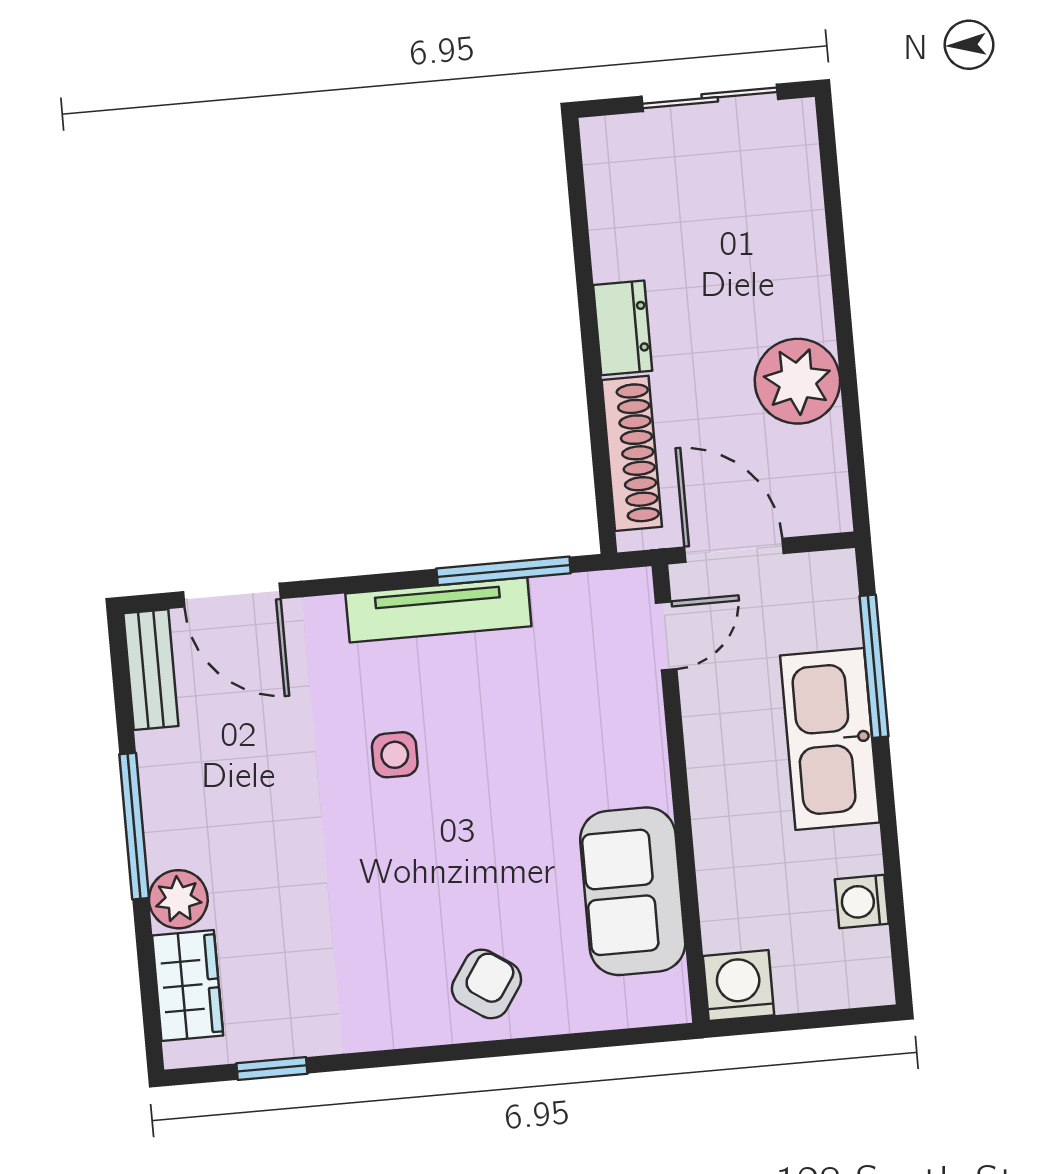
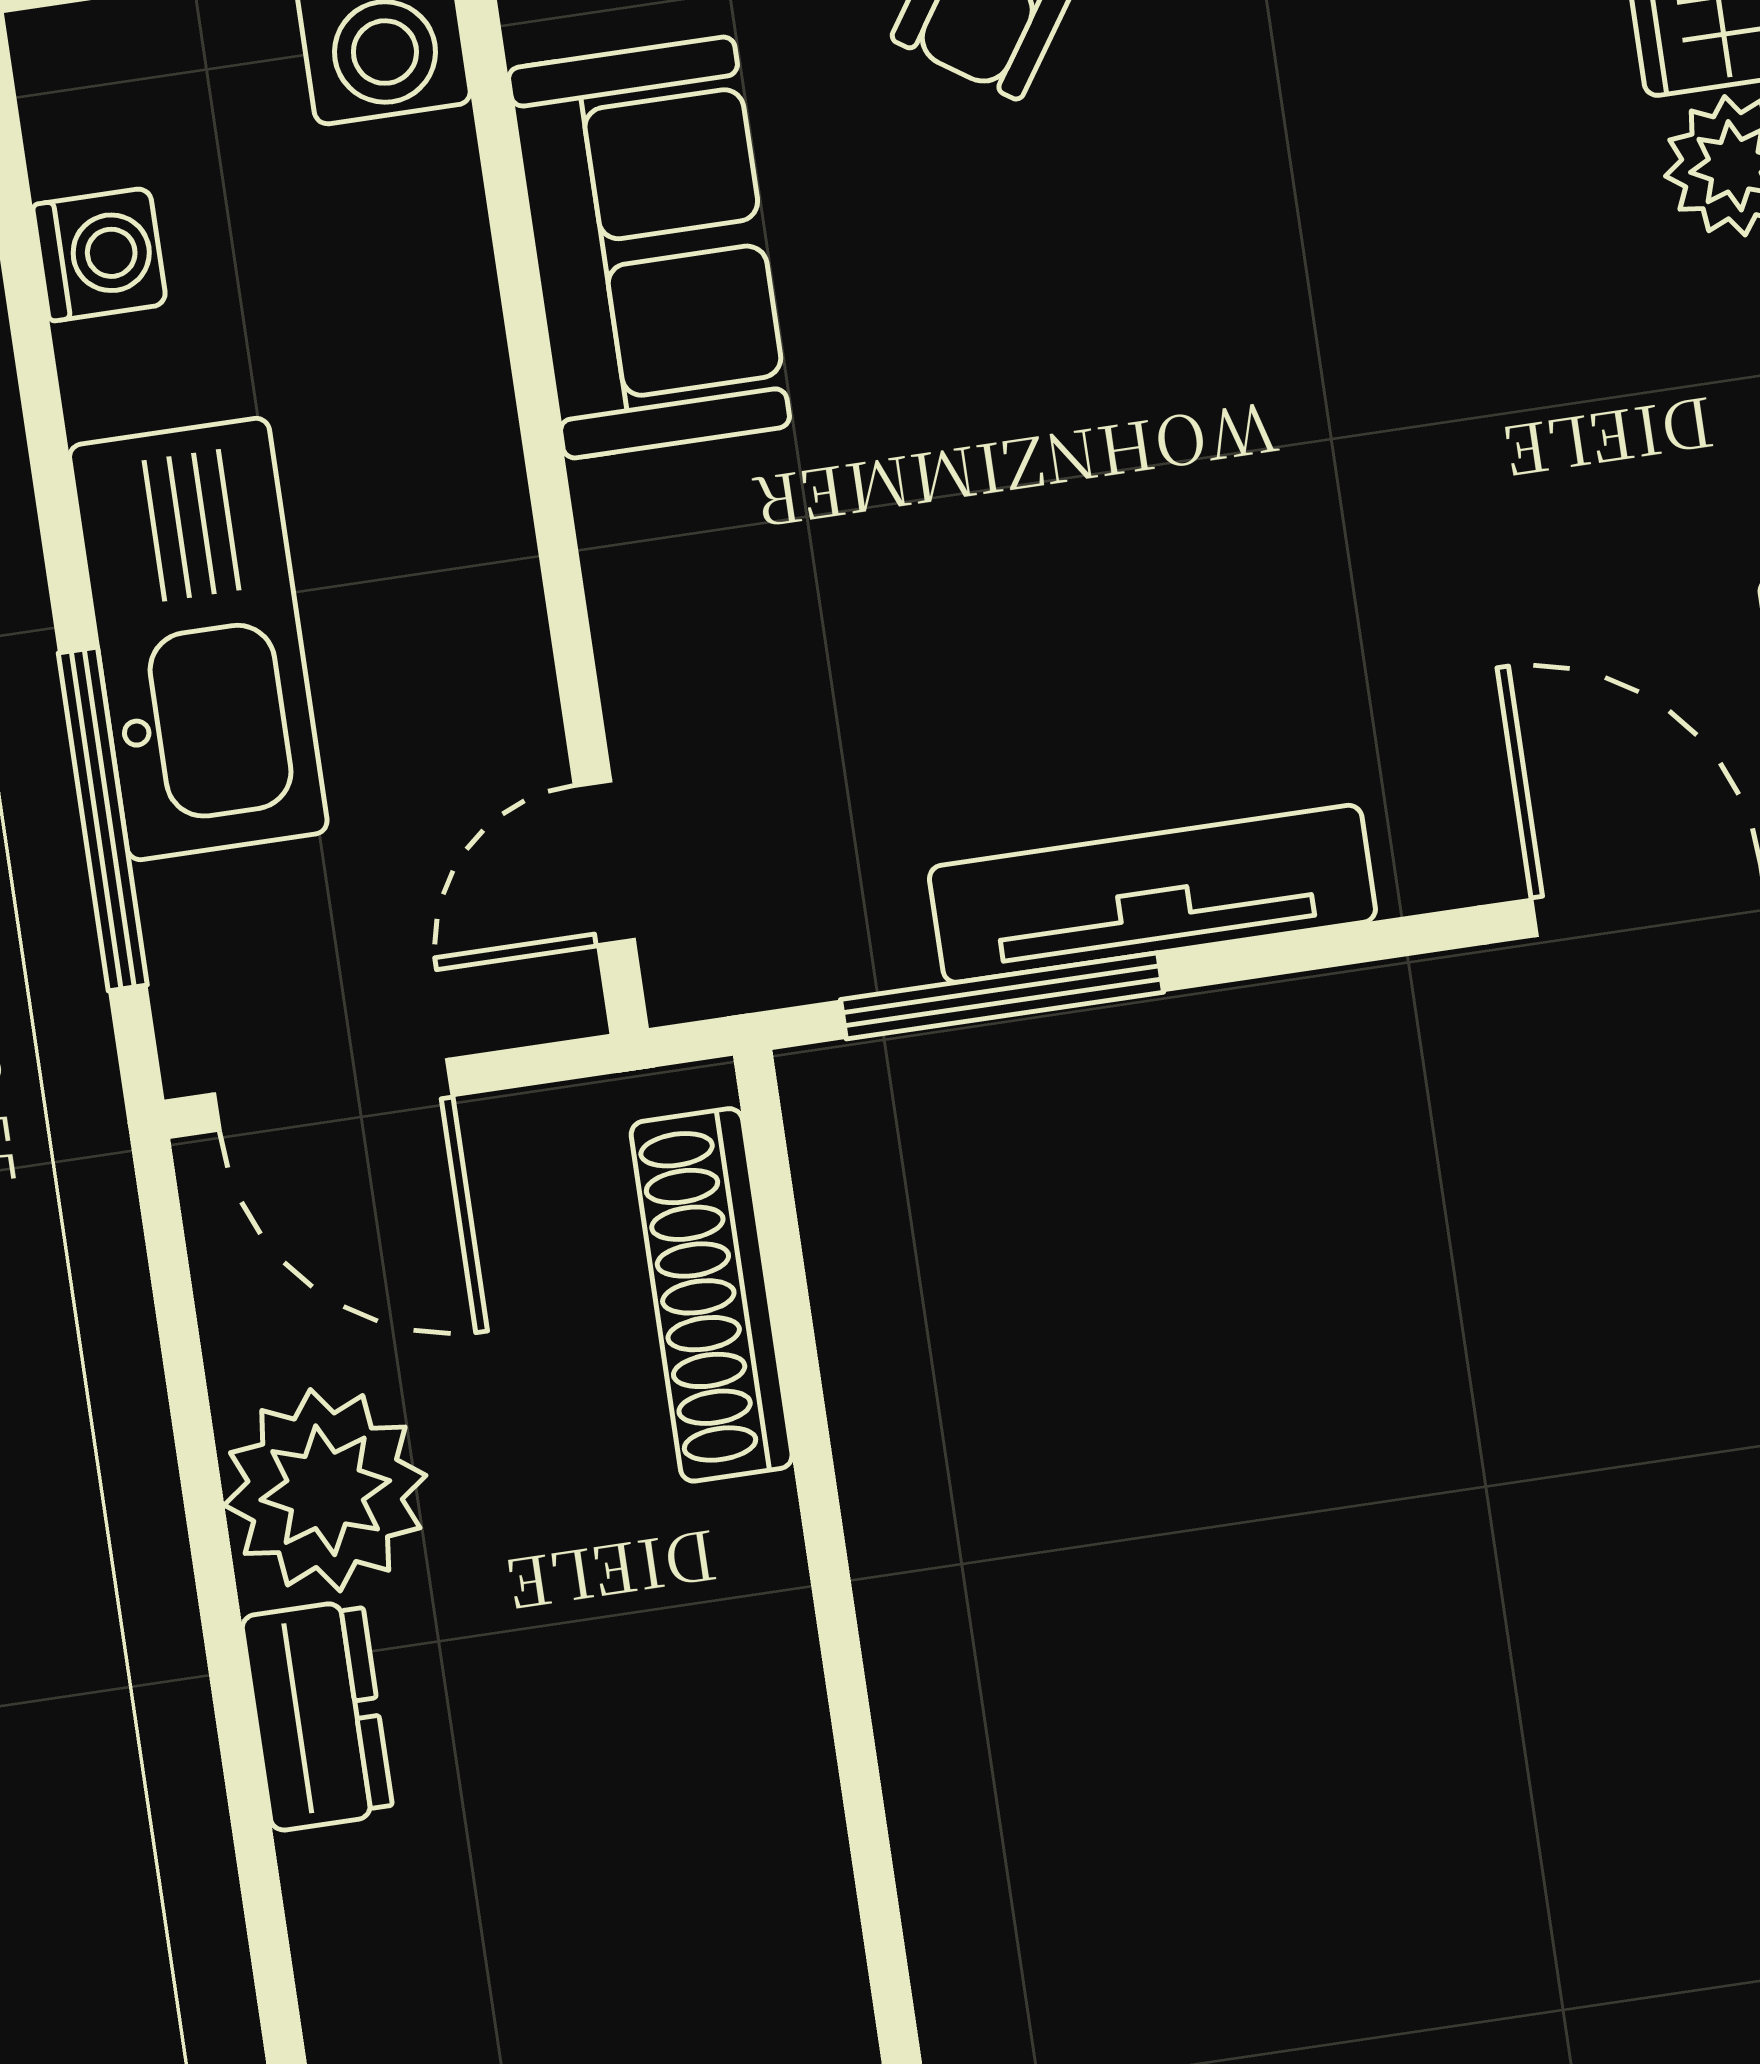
dresser: (623, 328) -> (317, 1715), moved, turned 180
door: (734, 550) -> (333, 1095), moved
side table: (395, 755) -> (1237, 541), removed

